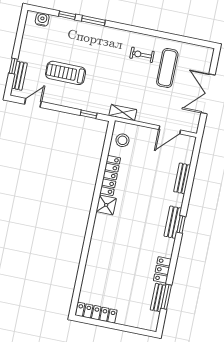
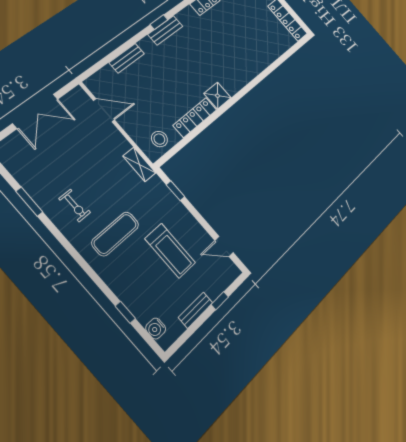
window: (93, 21) -> (29, 202), moved
exercise mat: (167, 68) -> (115, 234), moved
bench: (19, 76) -> (196, 310), moved

